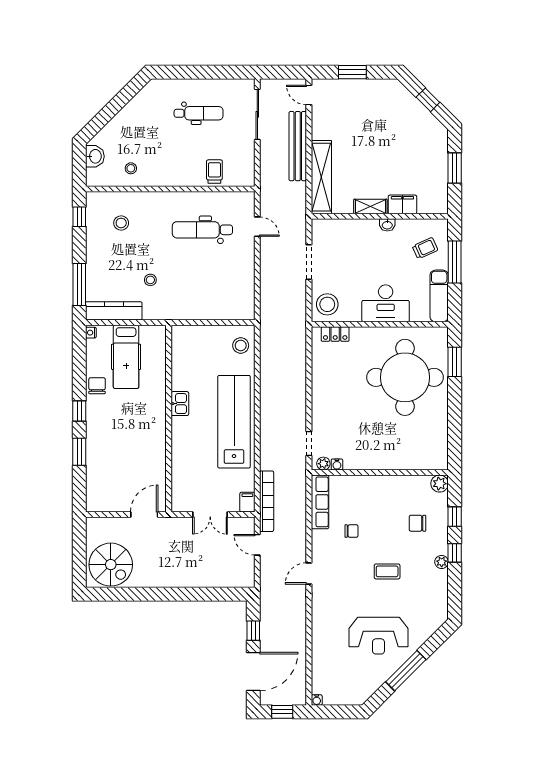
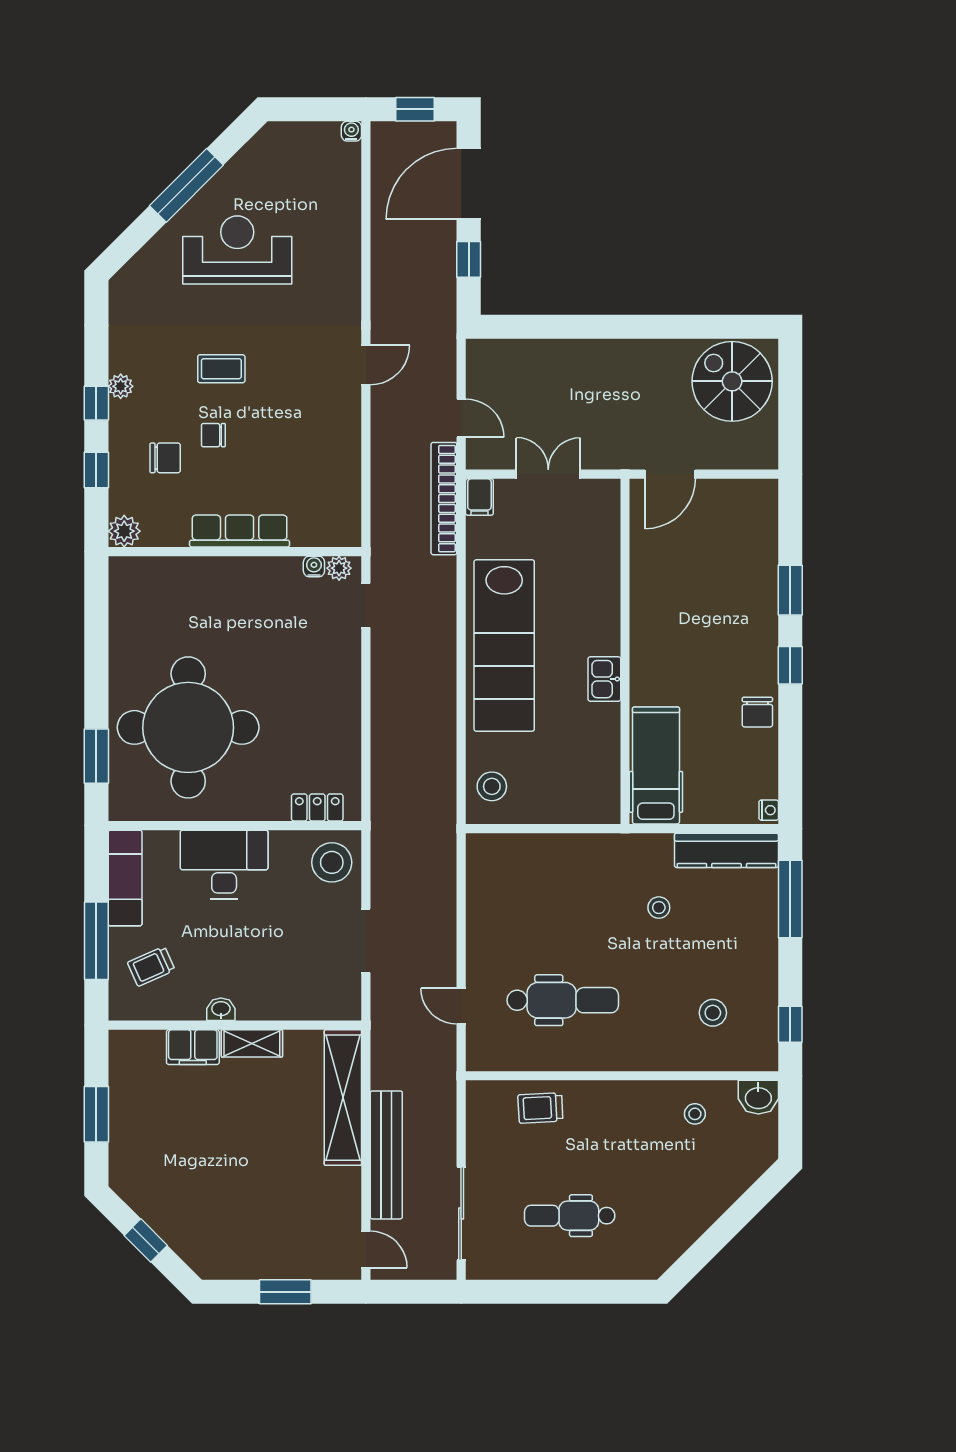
washbasin: (95, 156) -> (758, 1097), moved, turned -90
trolley: (214, 172) -> (540, 1108), turned 87
hospital bed: (126, 357) -> (656, 765), moved
row of seats: (320, 502) -> (240, 531), moved, turned 90
chair: (351, 531) -> (213, 435), moved

